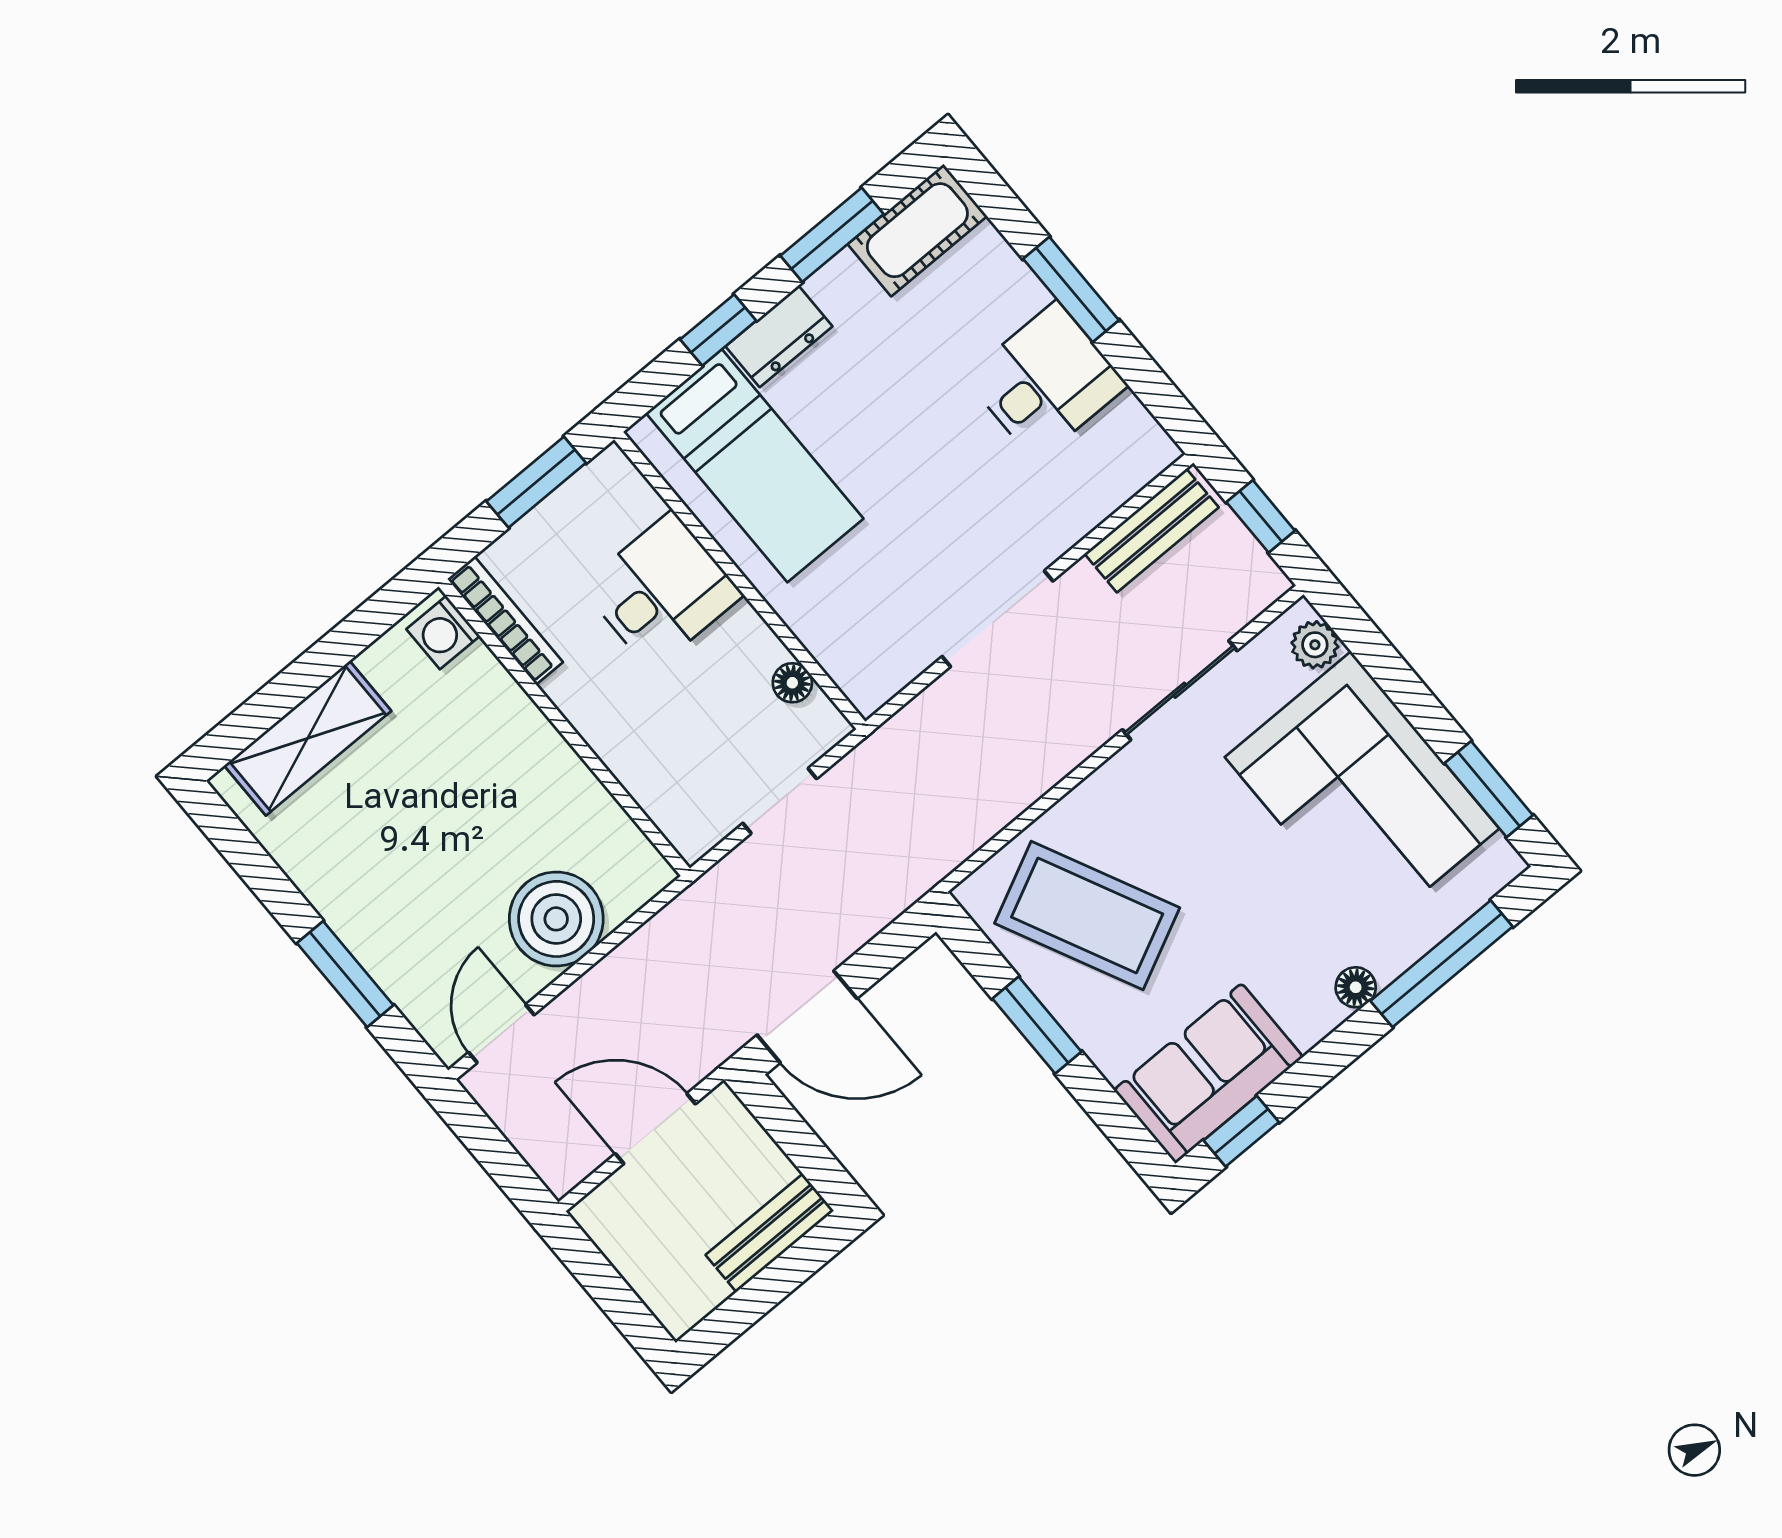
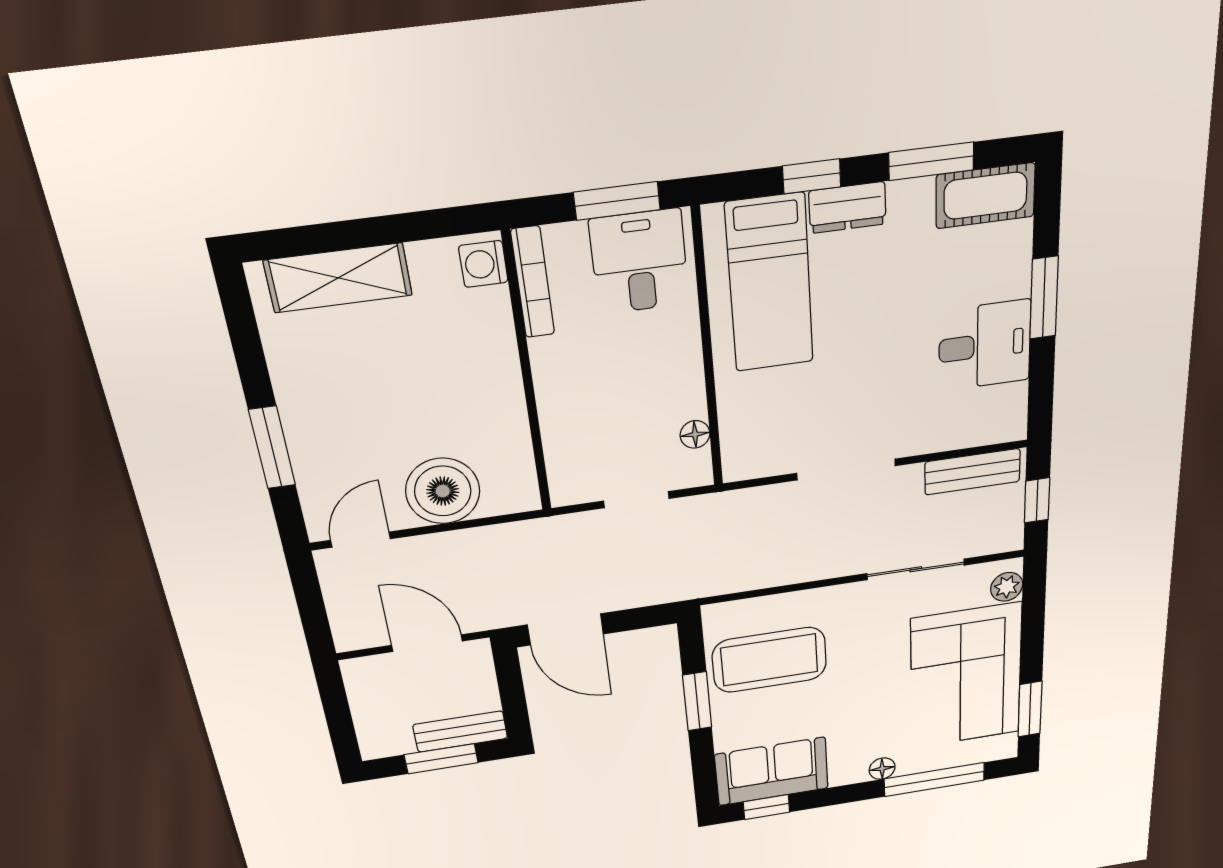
desk: (662, 591) -> (639, 262), moved, turned -90
coffee table: (1087, 916) -> (769, 660), turned -64
window: (770, 1286) -> (441, 759), added

